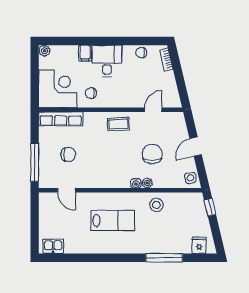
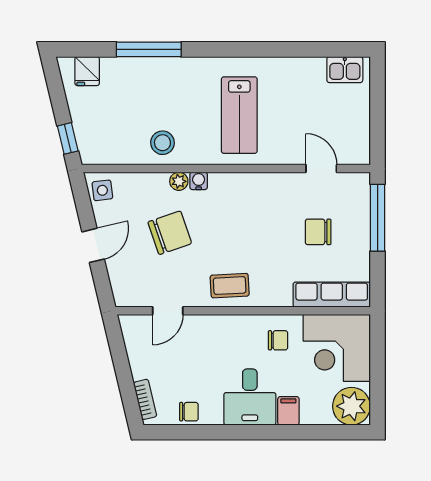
plant: (44, 51) -> (351, 406), width x1.87, depth x1.87
chair: (152, 154) -> (170, 233), turned -109
lab bench: (113, 221) -> (239, 115), turned -90

